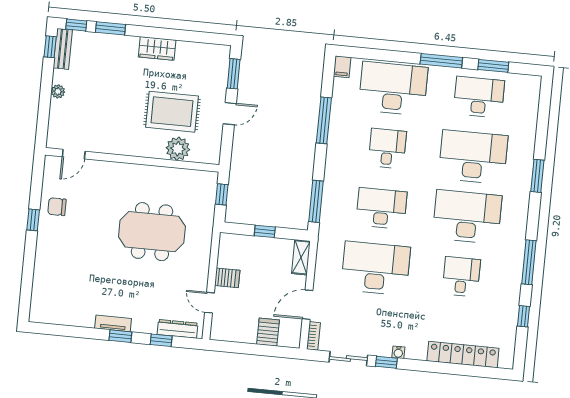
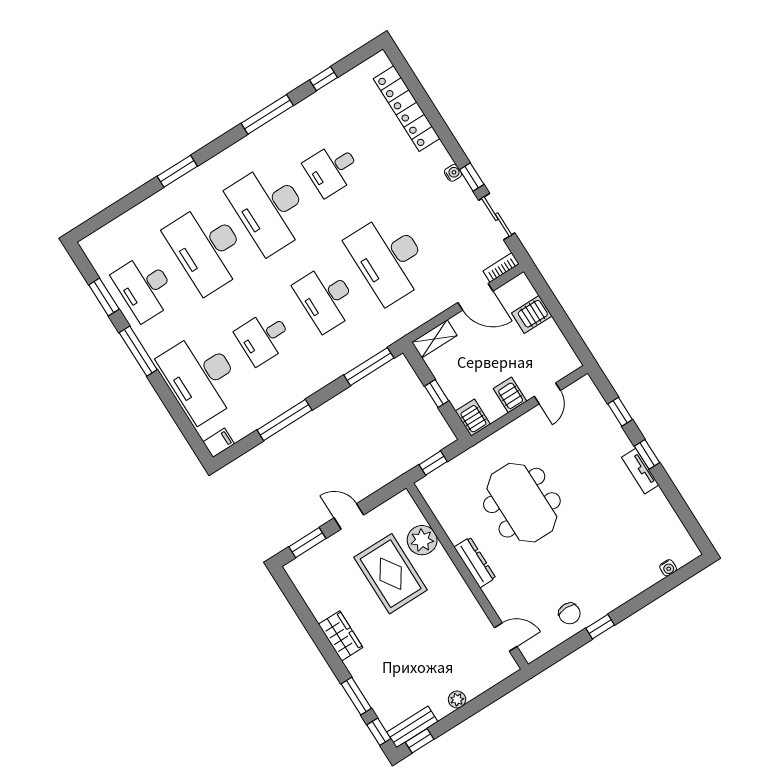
server rack: (231, 243) -> (473, 418), added
water cooler: (37, 293) -> (668, 568), added
dresser: (177, 329) -> (475, 562), moved, turned 180

